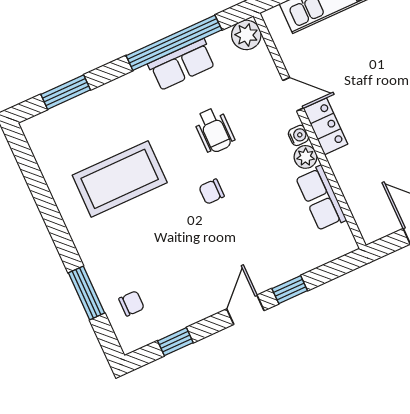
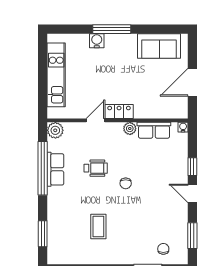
water cooler: (298, 135) -> (183, 127), moved
coffee table: (120, 179) -> (98, 226), width x0.54, depth x0.58
window: (175, 342) -> (192, 236), width x1.50

